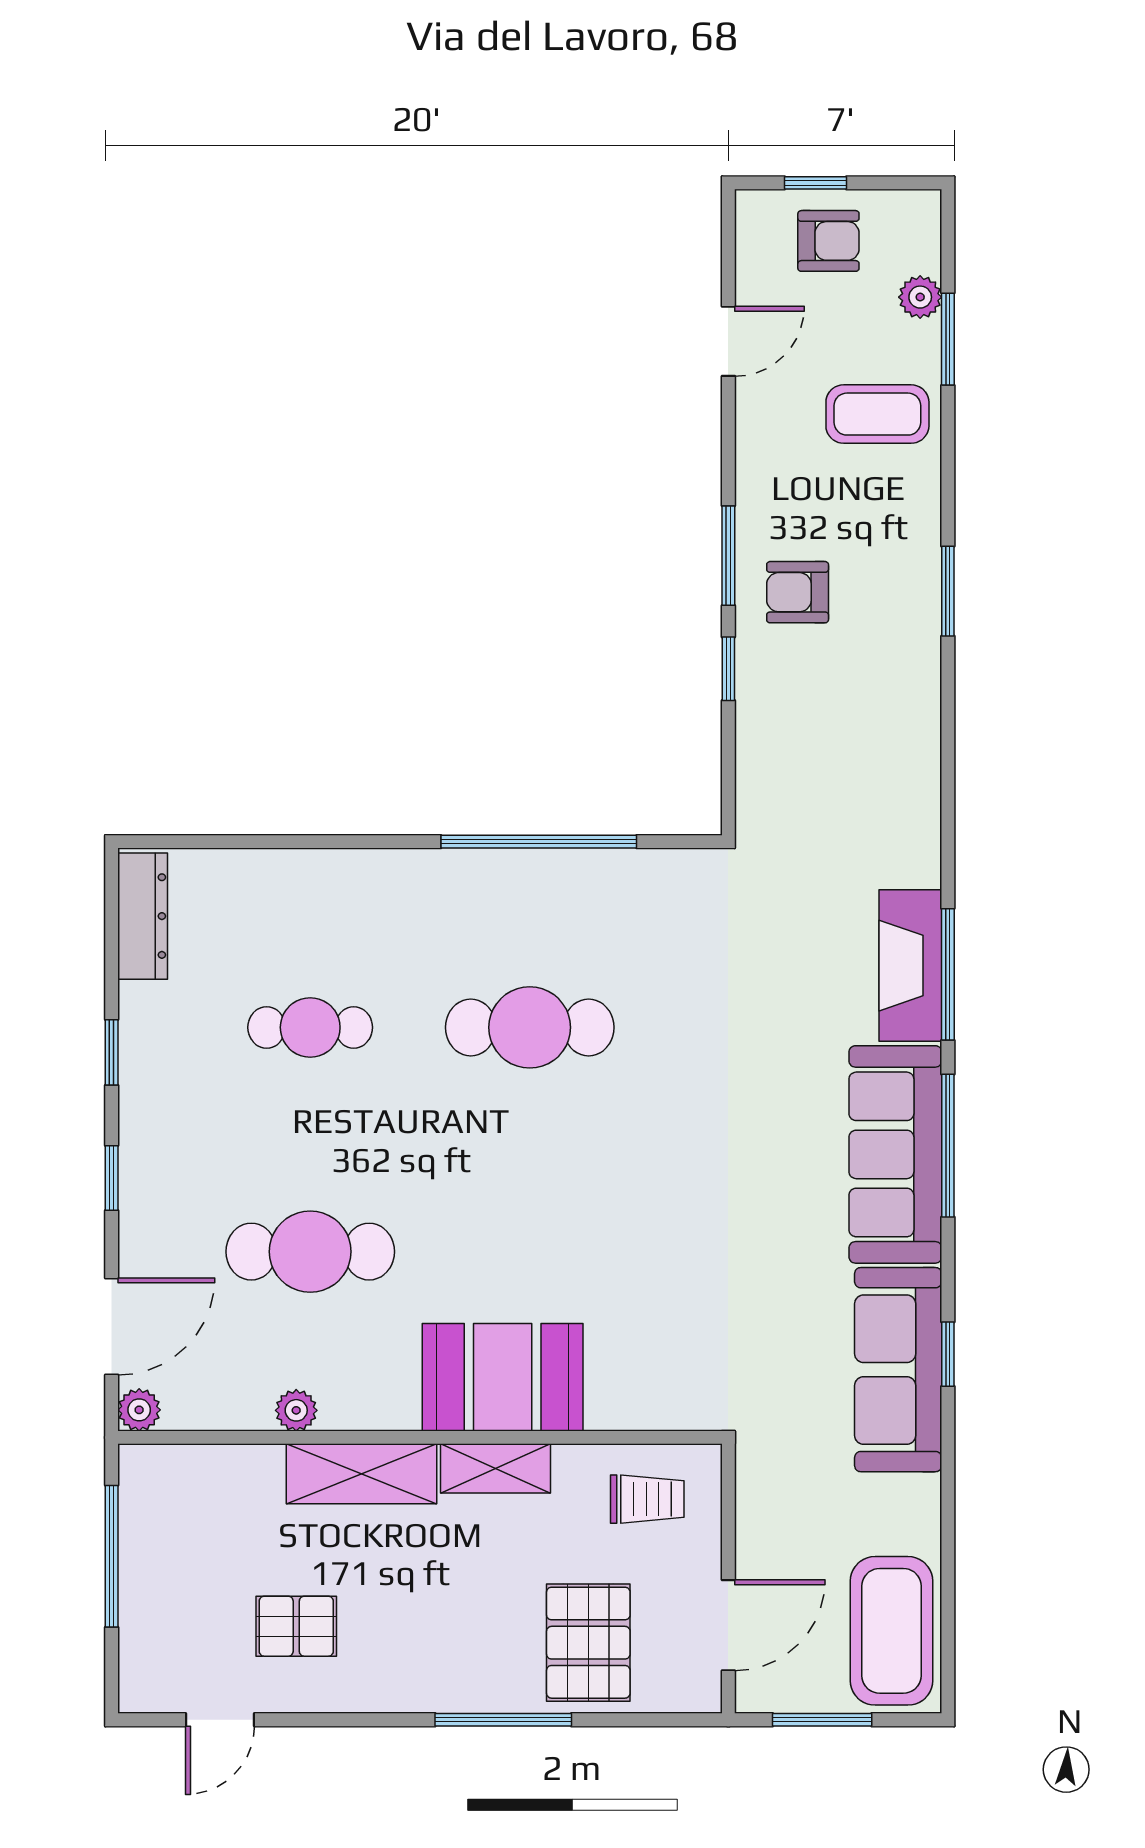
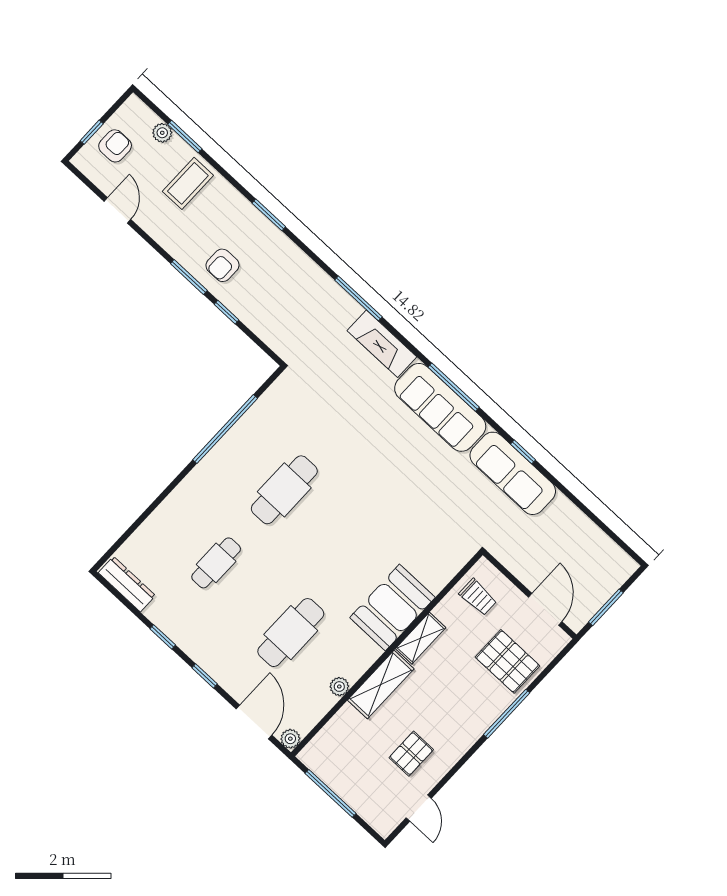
window: (948, 974) -> (358, 298), moved
trolley: (647, 1499) -> (478, 597), turned 90
coffee table: (892, 1631) -> (598, 557), removed

